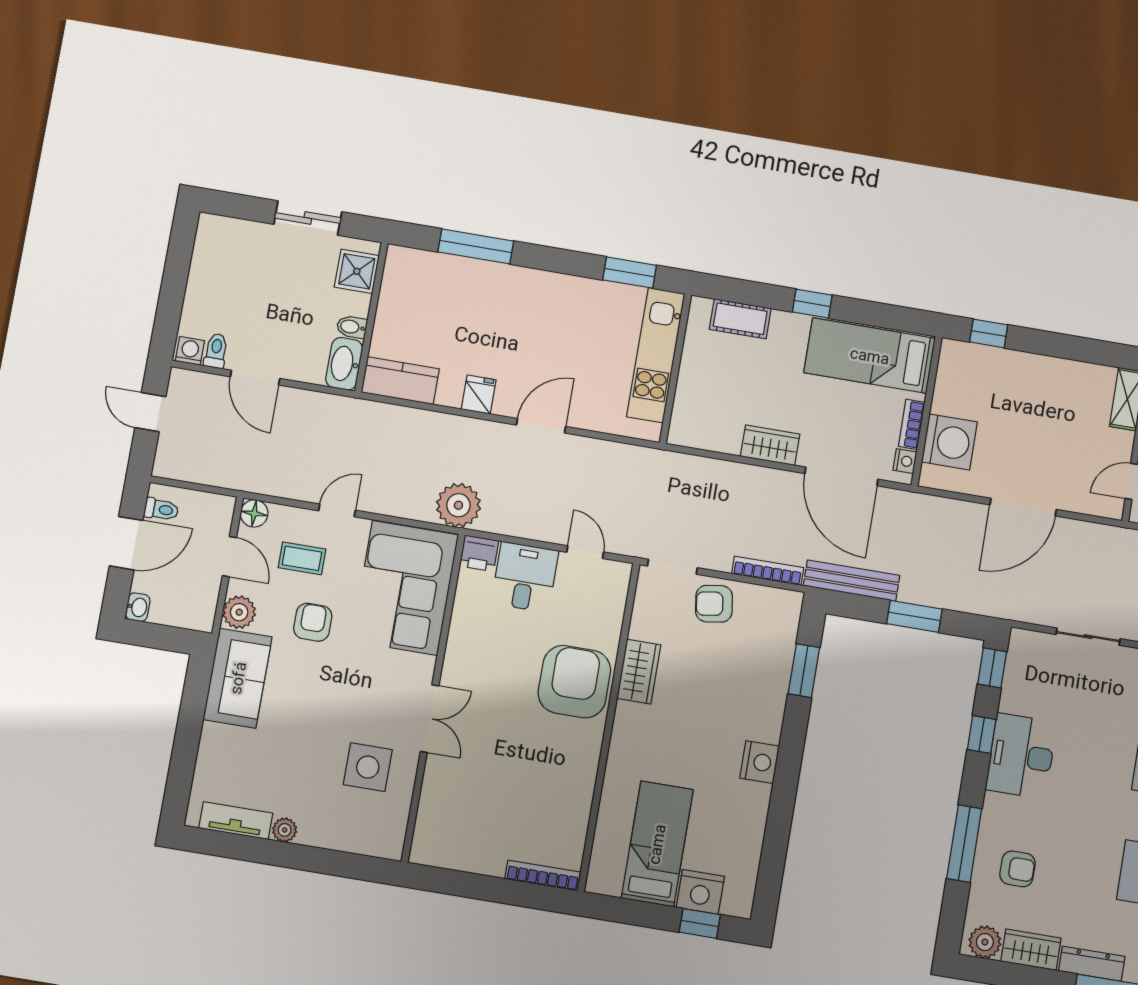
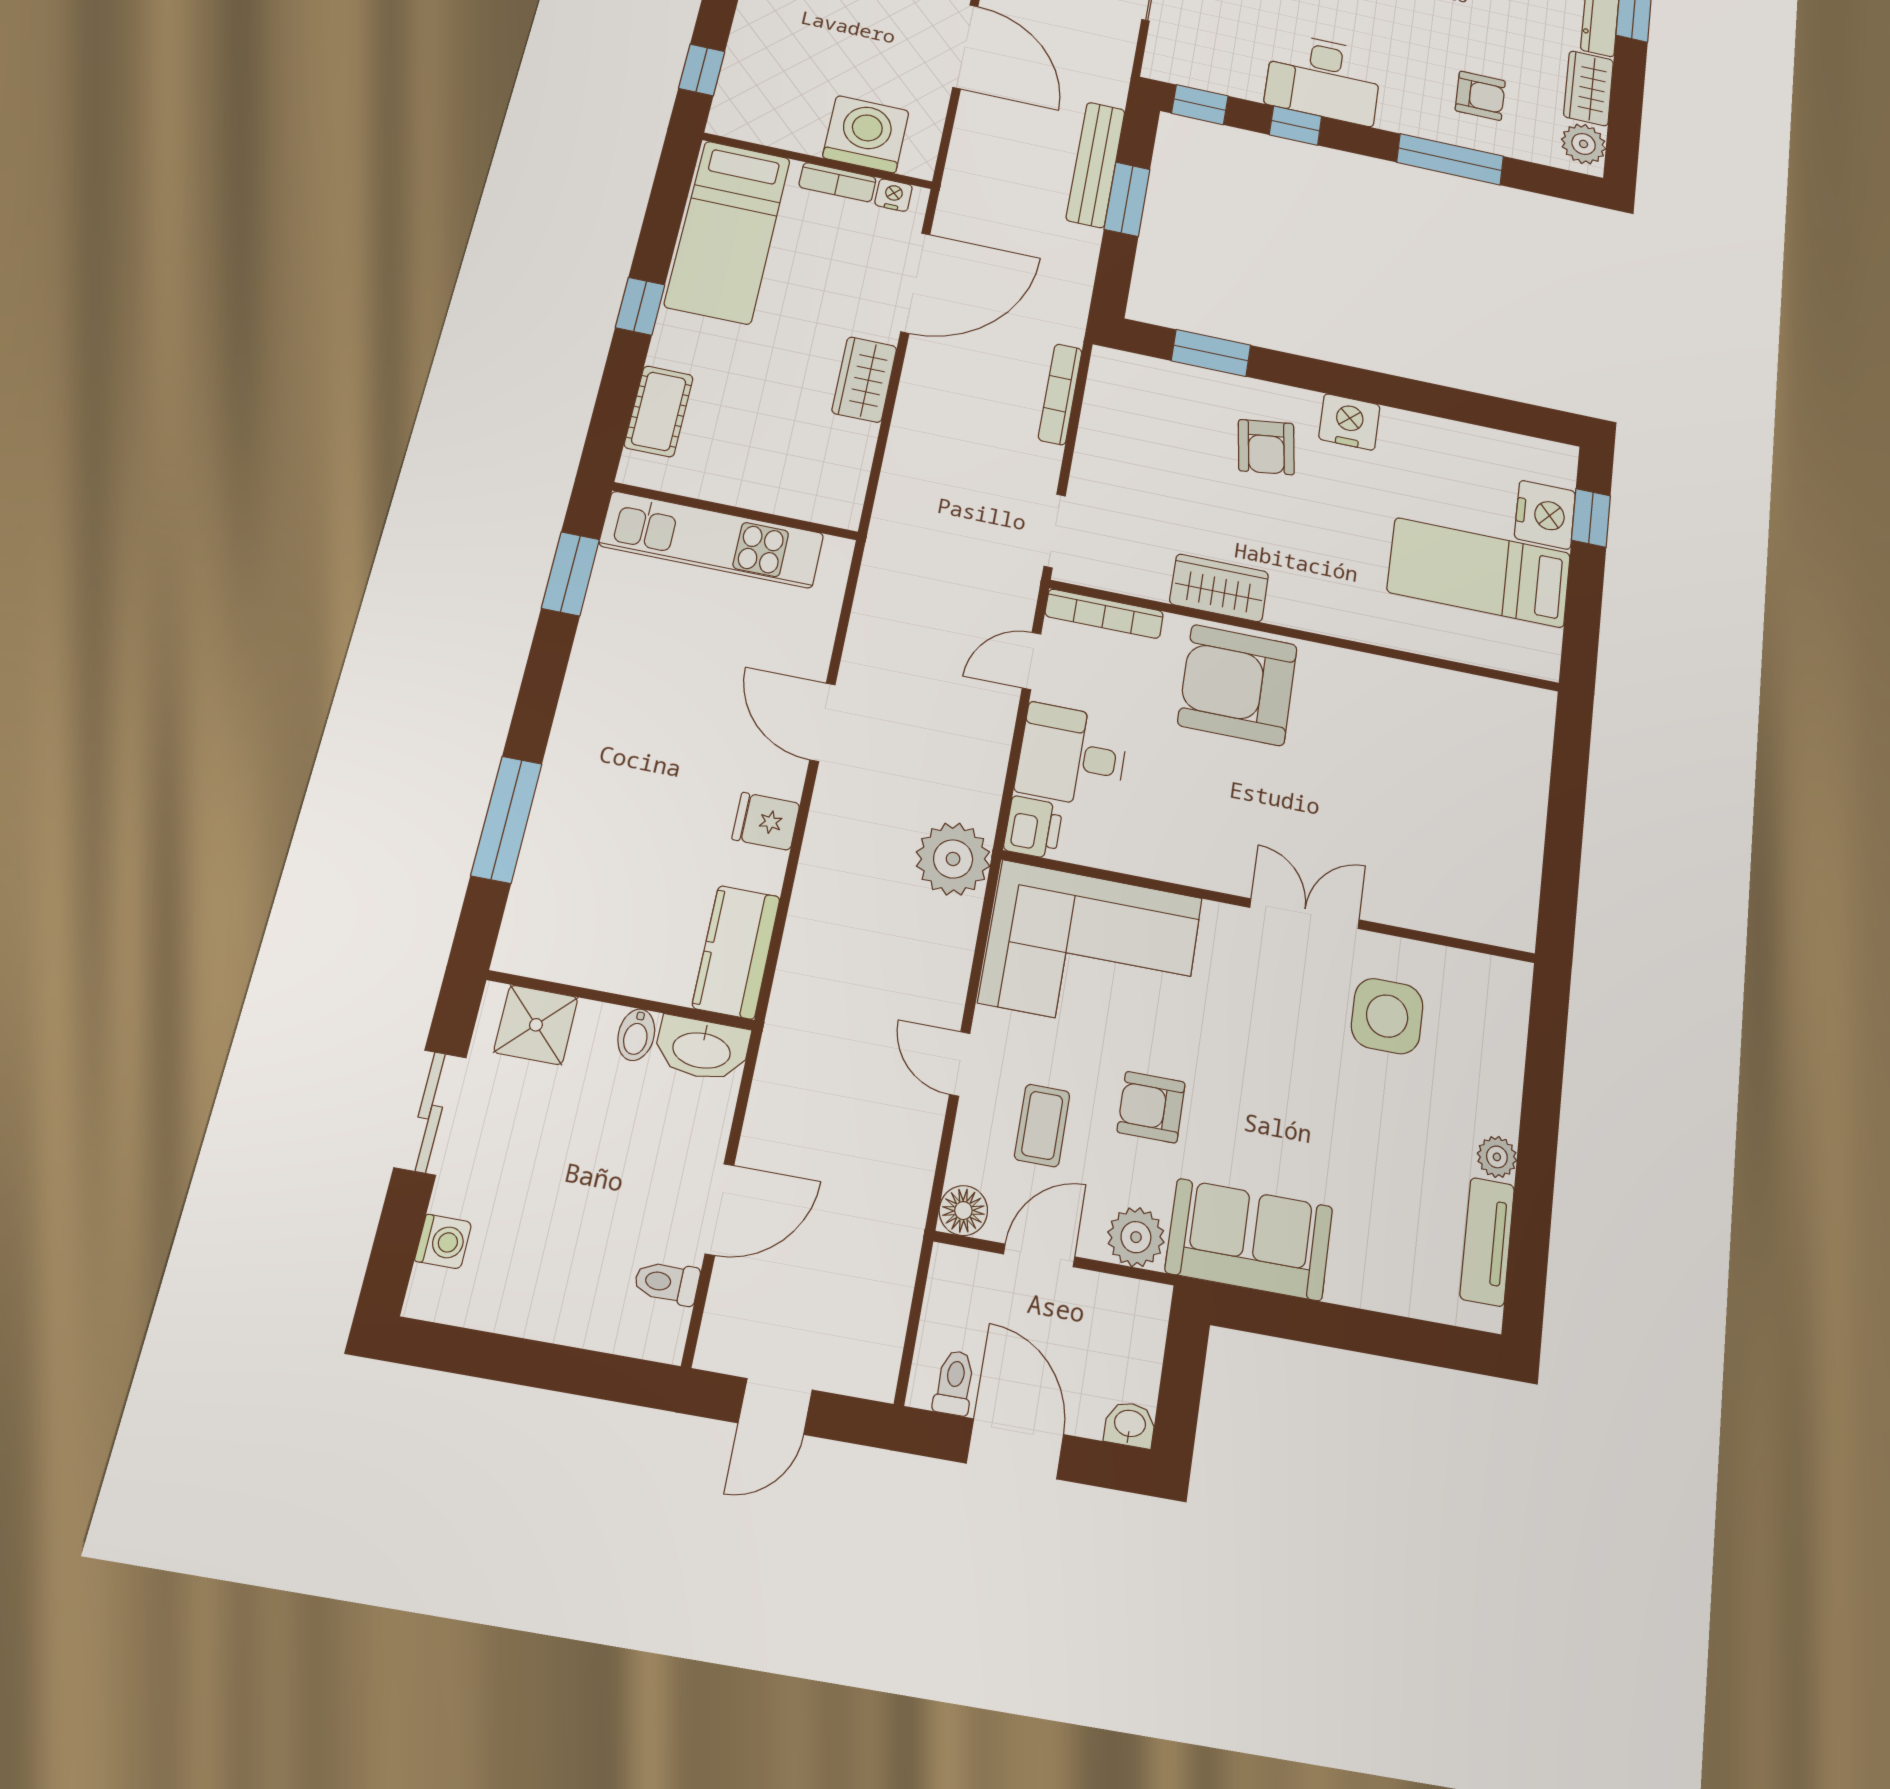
washing machine: (190, 351) -> (443, 1242), moved, turned 180
bench: (852, 581) -> (1096, 165), moved
armchair: (714, 604) -> (1266, 447), moved
armchair: (1017, 869) -> (1480, 96), turned 90
bookcase: (543, 876) -> (1104, 614), moved, turned -90

